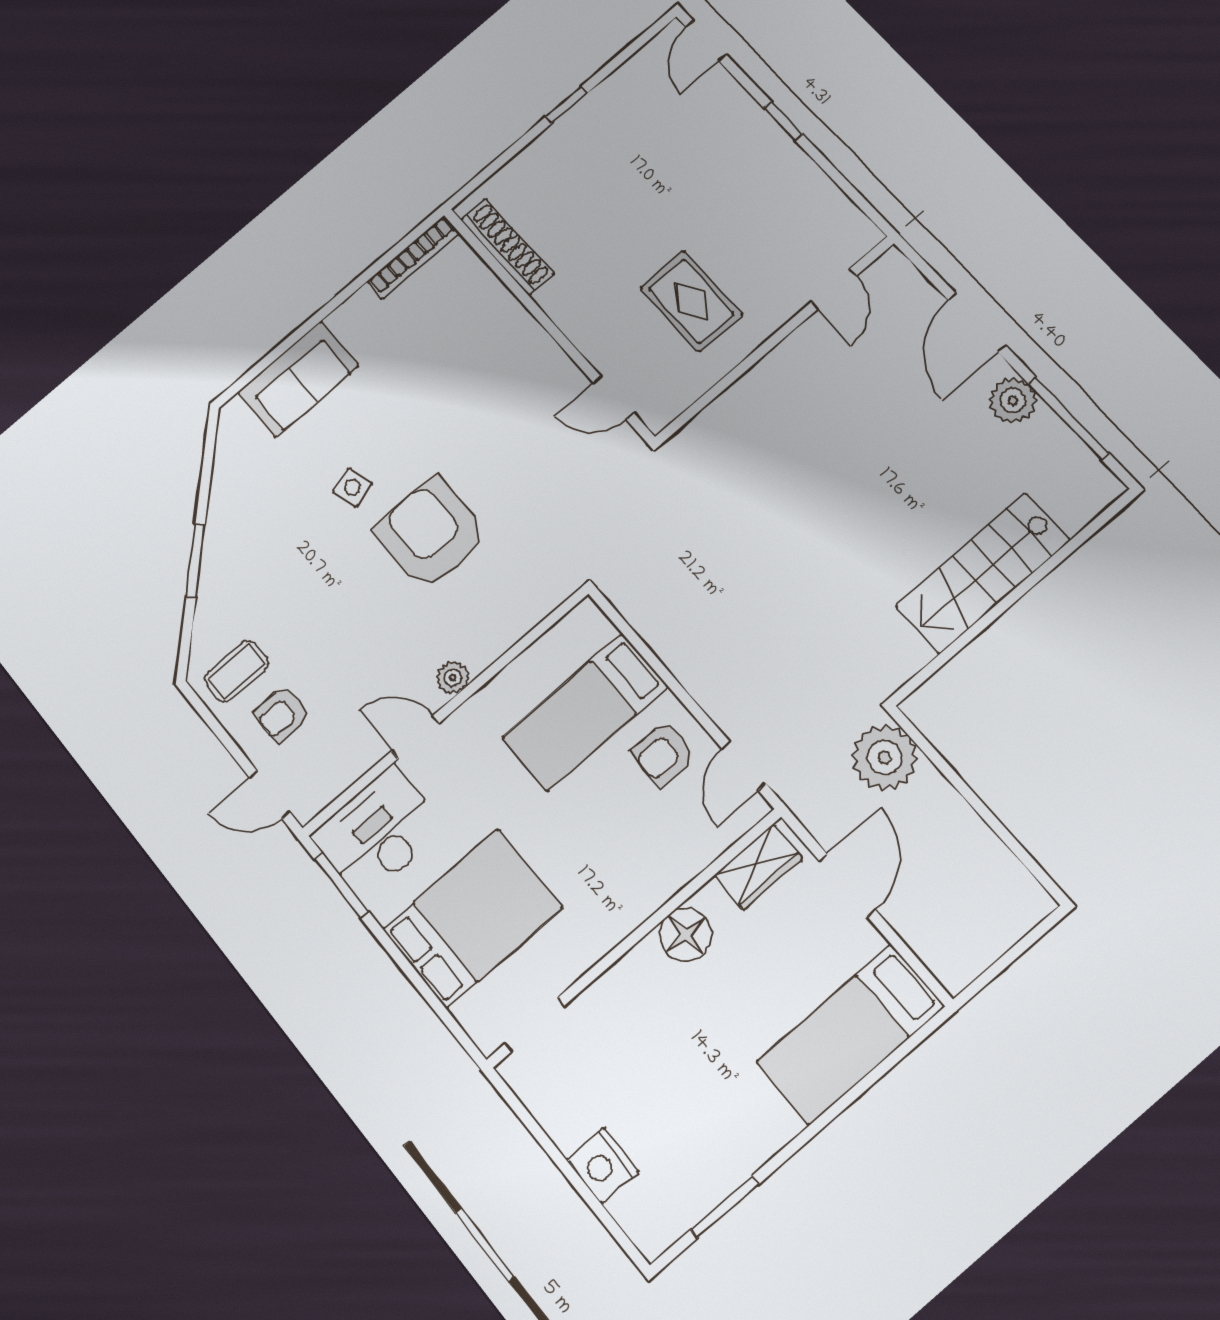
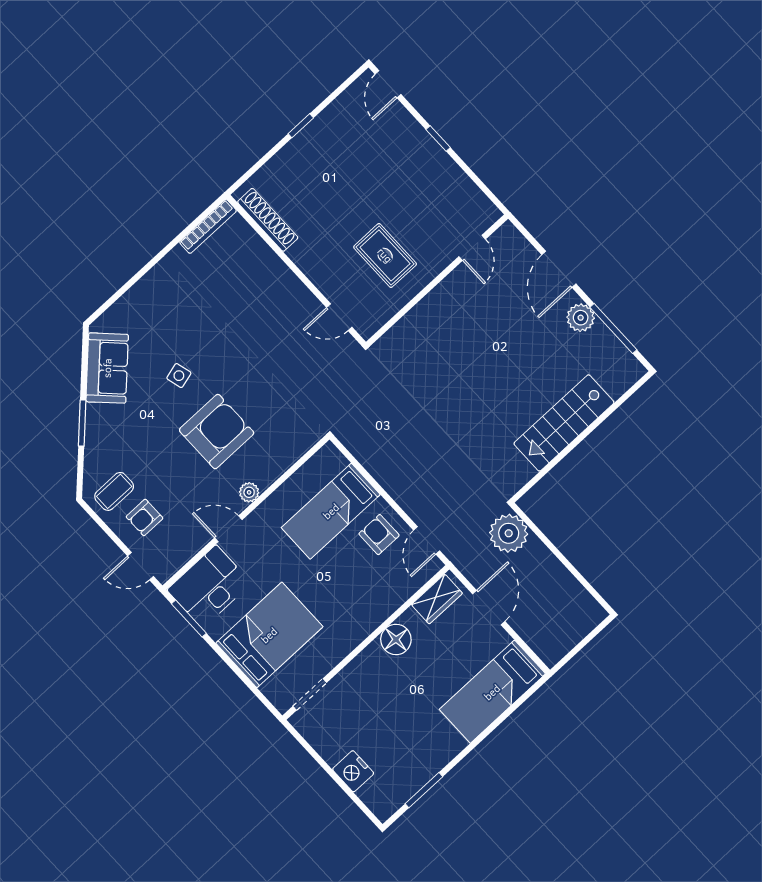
sofa: (298, 379) -> (107, 368), moved, turned -45
armchair: (431, 533) -> (217, 432), moved, turned 90
armchair: (664, 754) -> (379, 535), turned 90

